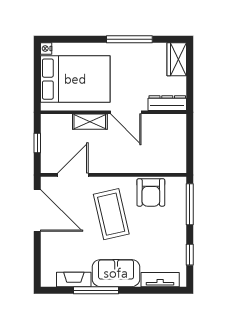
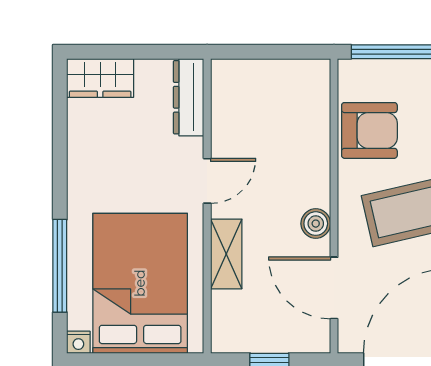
window: (129, 39) -> (60, 266), moved
door: (126, 112) -> (207, 181), width x0.73
boiler: (105, 166) -> (316, 224), added

